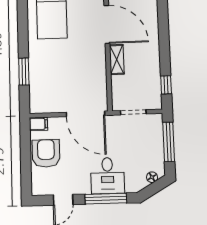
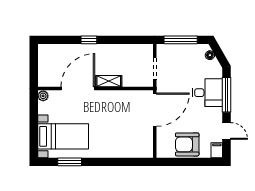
window: (24, 72) -> (70, 162), moved
window: (166, 85) -> (89, 40), moved
filing cabinet: (38, 124) -> (217, 150), moved

